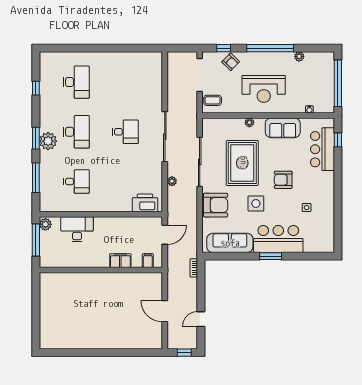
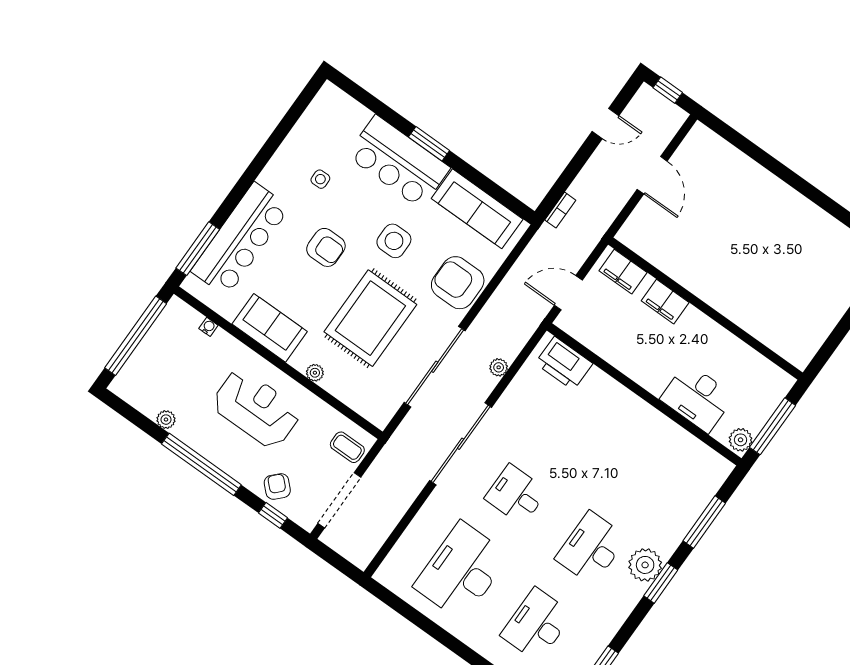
window: (338, 140) -> (198, 249), width x2.17
bar counter: (323, 149) -> (240, 239), width x1.36
desk: (76, 181) -> (461, 571), moved, width x1.87, depth x1.30
filing cabinet: (148, 261) -> (623, 272), width x2.00

